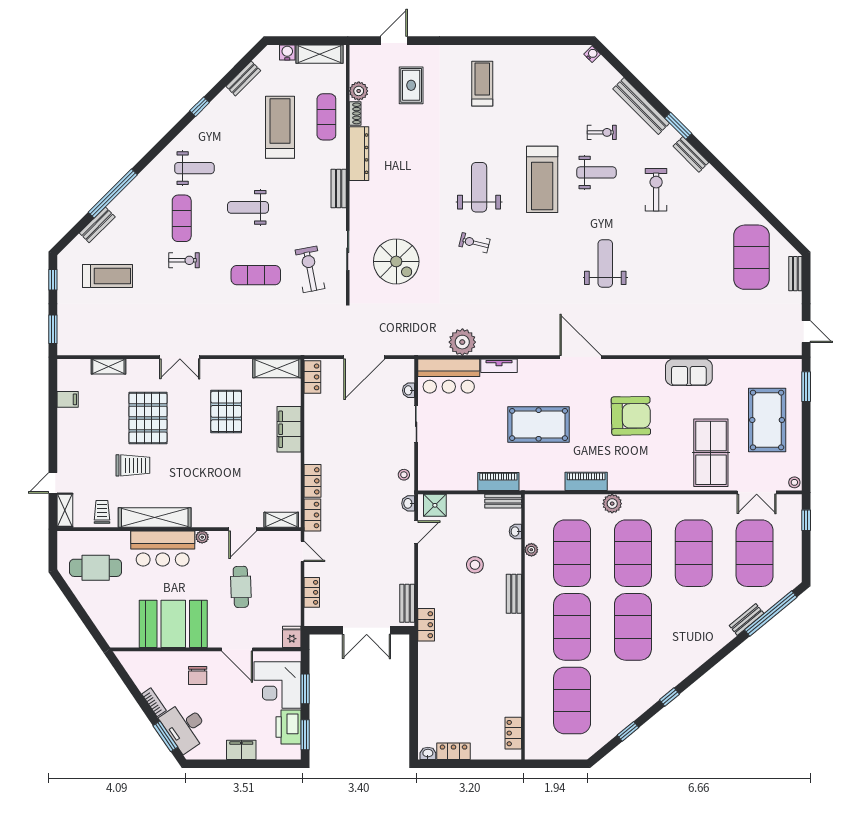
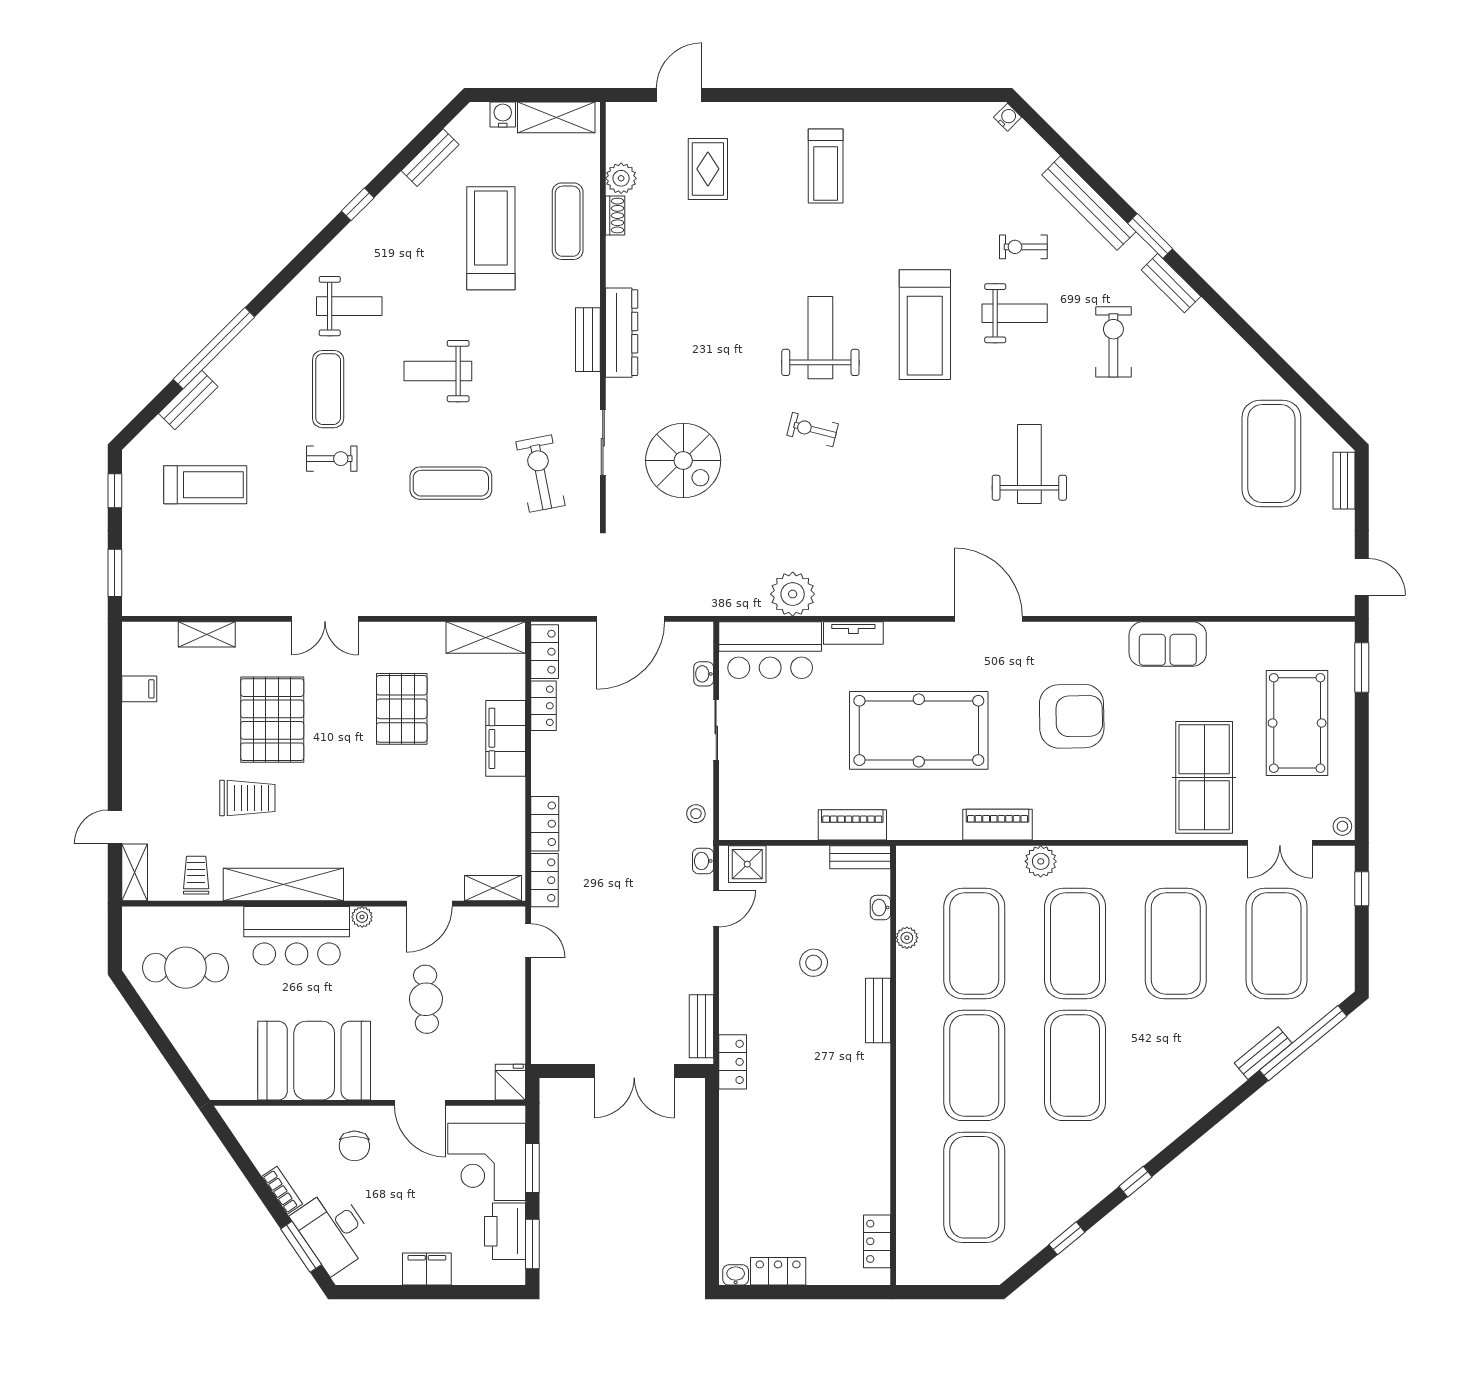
treadmill: (482, 84) -> (826, 166), turned 180
exercise bike: (602, 132) -> (1023, 247), turned 180
dresser: (359, 154) -> (622, 333), moved
pool table: (539, 424) -> (919, 730), width x1.36, depth x1.32
locker: (312, 592) -> (544, 706), moved

